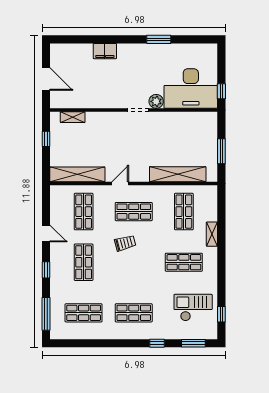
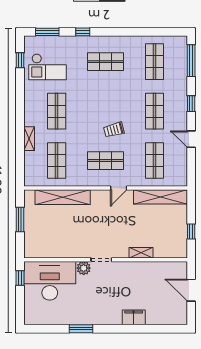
shelving: (73, 117) -> (141, 253), moved
shop shelf: (184, 262) -> (57, 111), turned 90
shop shelf: (84, 313) -> (154, 62), turned 90

